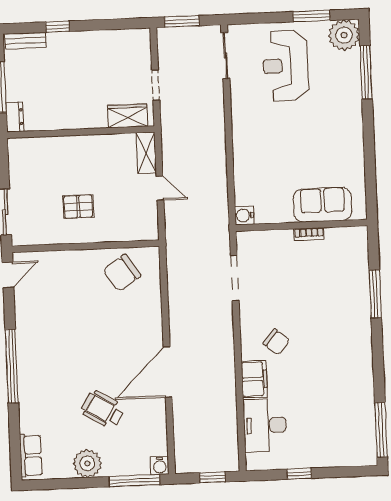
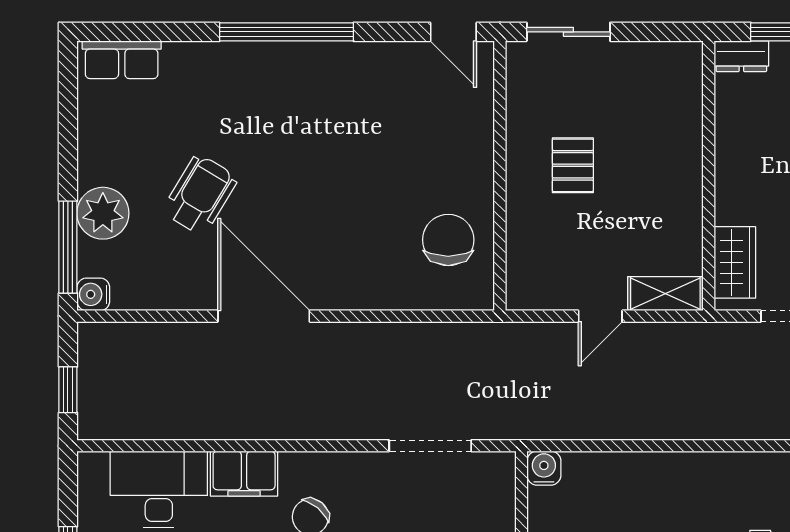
chair: (122, 273) -> (448, 240), turned 33
plant: (87, 463) -> (103, 213), moved

